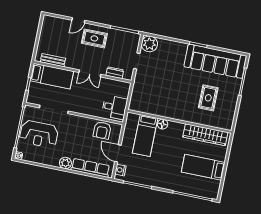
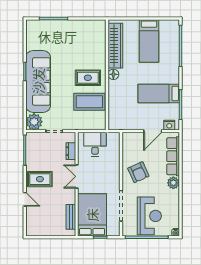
rug: (94, 38) -> (40, 179), turned 90
sofa: (215, 61) -> (38, 81), moved
double door: (90, 73) -> (77, 176), swing flipped
bed: (52, 76) -> (92, 215), width x1.50
rug: (208, 98) -> (88, 78), moved
coffee table: (158, 100) -> (89, 102), added
desk: (114, 107) -> (95, 144), moved
floor lamp: (163, 124) -> (113, 74), moved
armchair: (102, 130) -> (138, 172), moved, turned 66
bed: (145, 136) -> (159, 93), moved, turned 180

